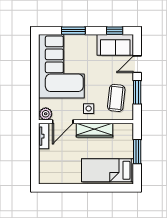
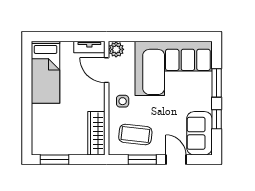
window: (115, 31) -> (217, 119), moved
wardrobe: (94, 130) -> (96, 133), moved
window: (137, 152) -> (54, 160), moved
bed: (107, 170) -> (46, 72), moved, turned 180

